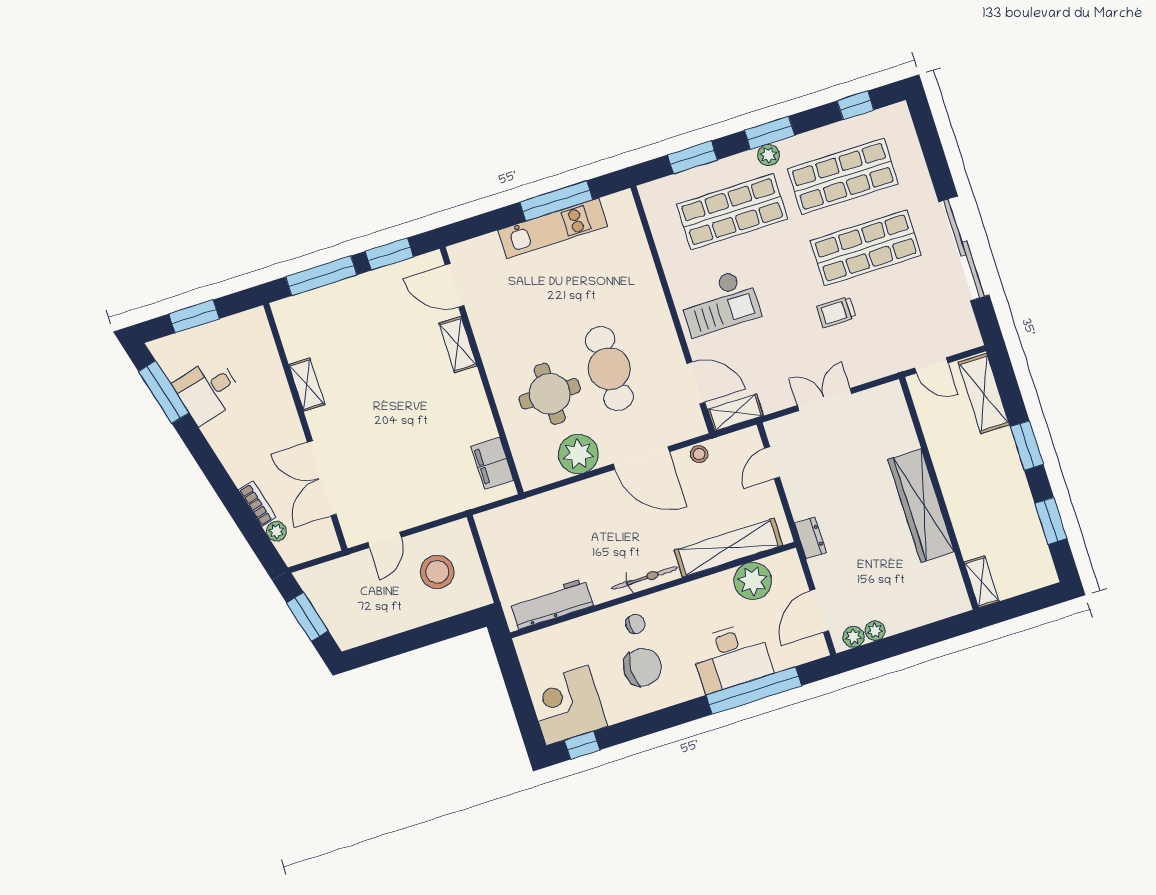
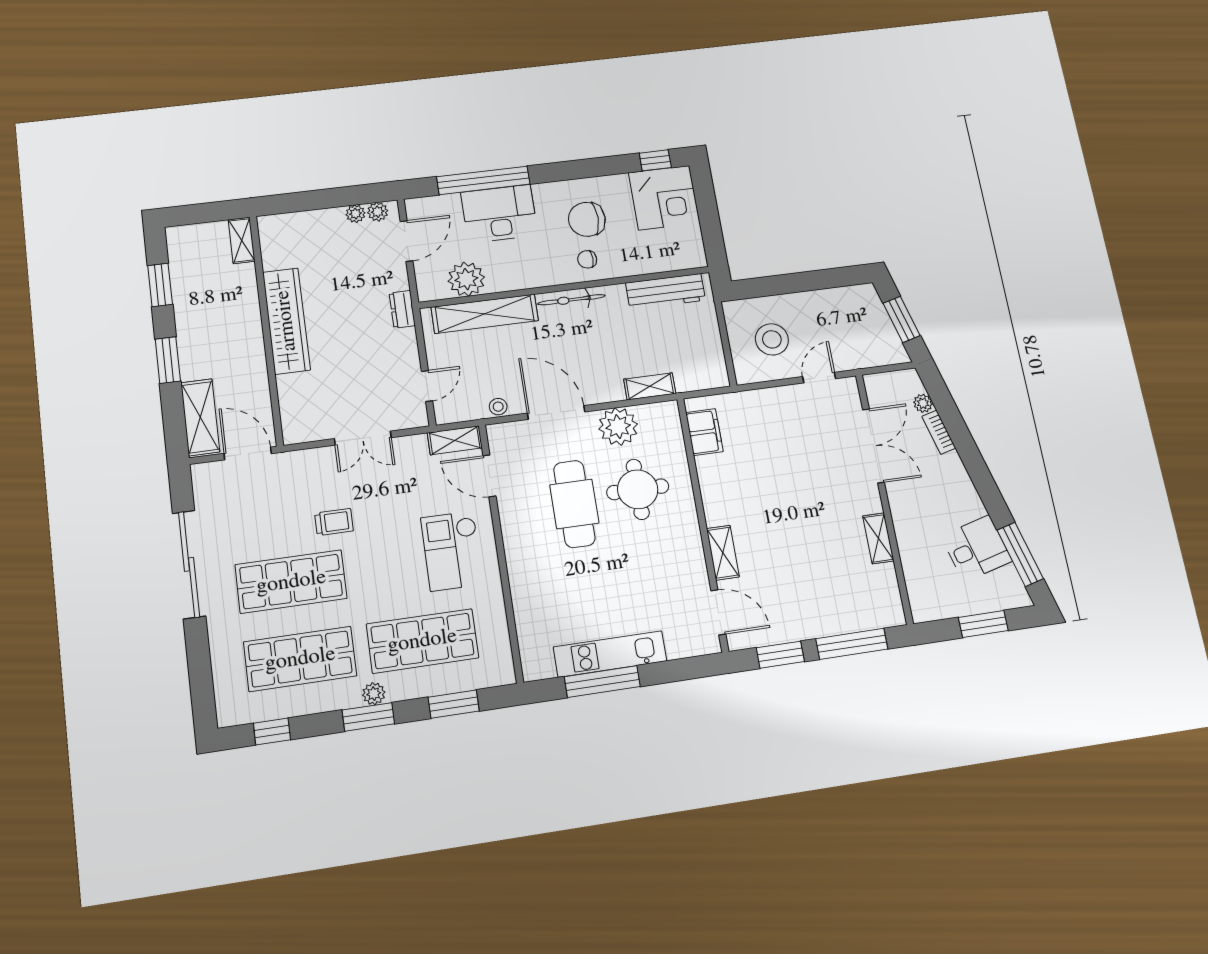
checkout: (719, 303) -> (452, 551), turned -90
door: (931, 365) -> (248, 453), width x1.38
shelving: (553, 501) -> (650, 386), added

